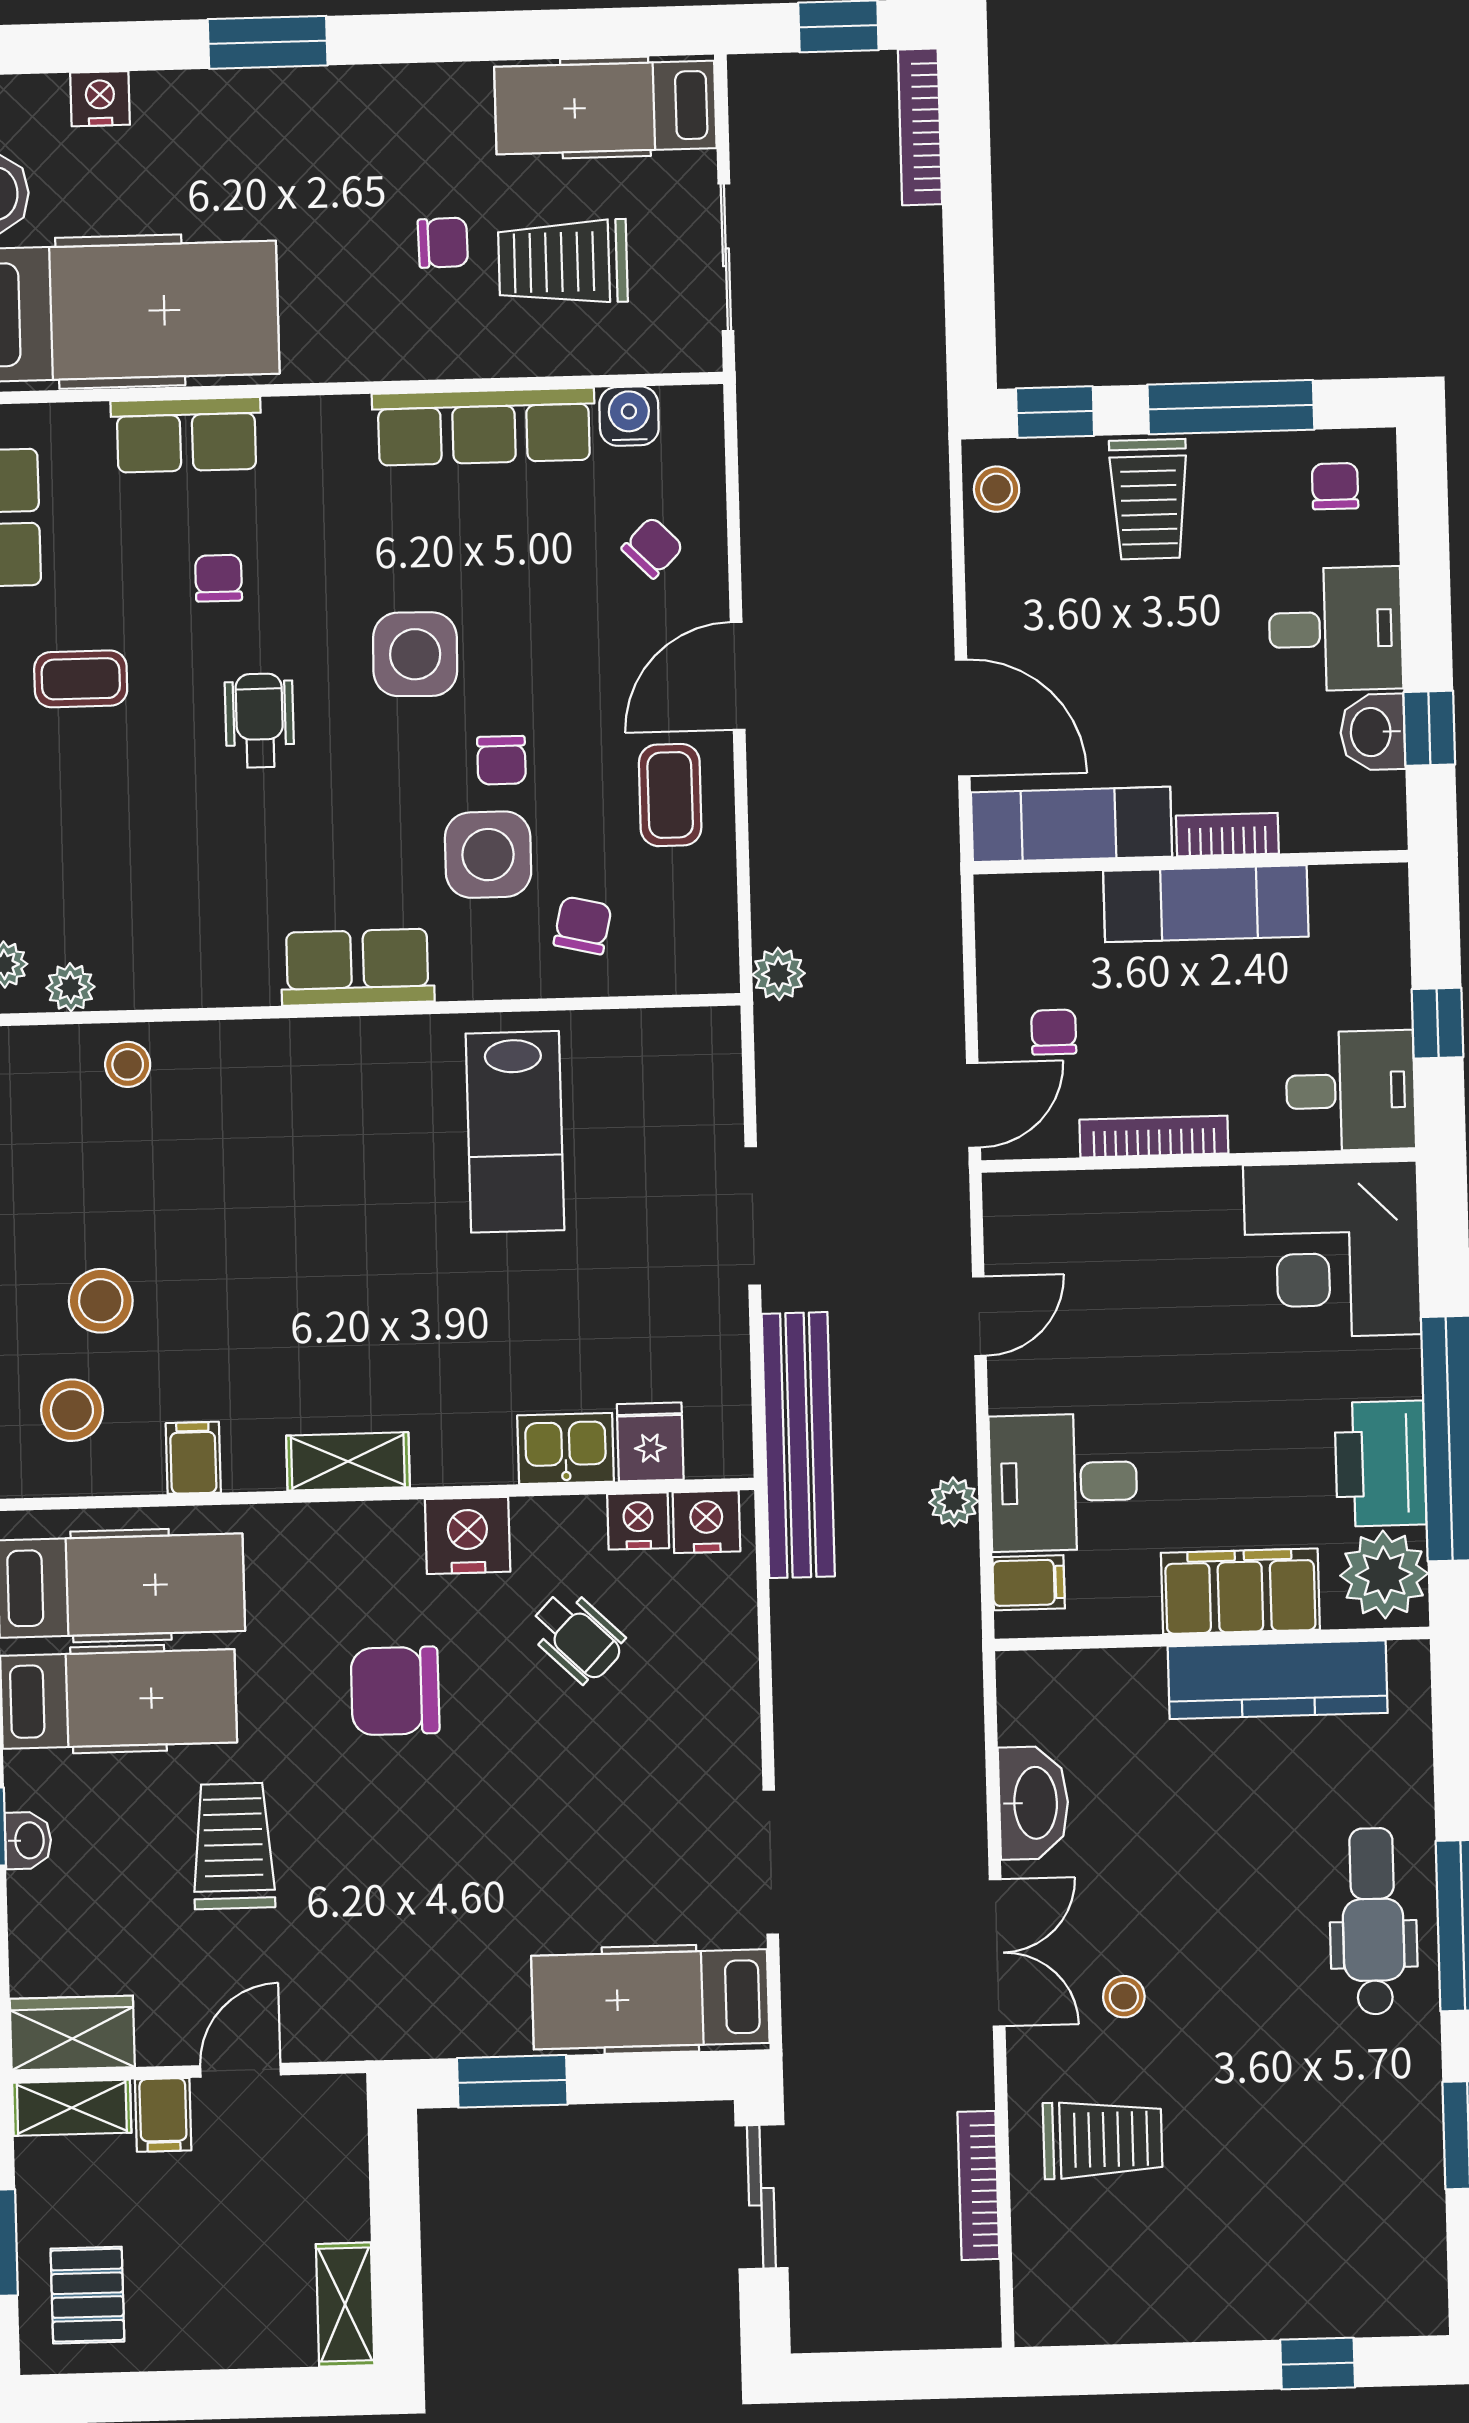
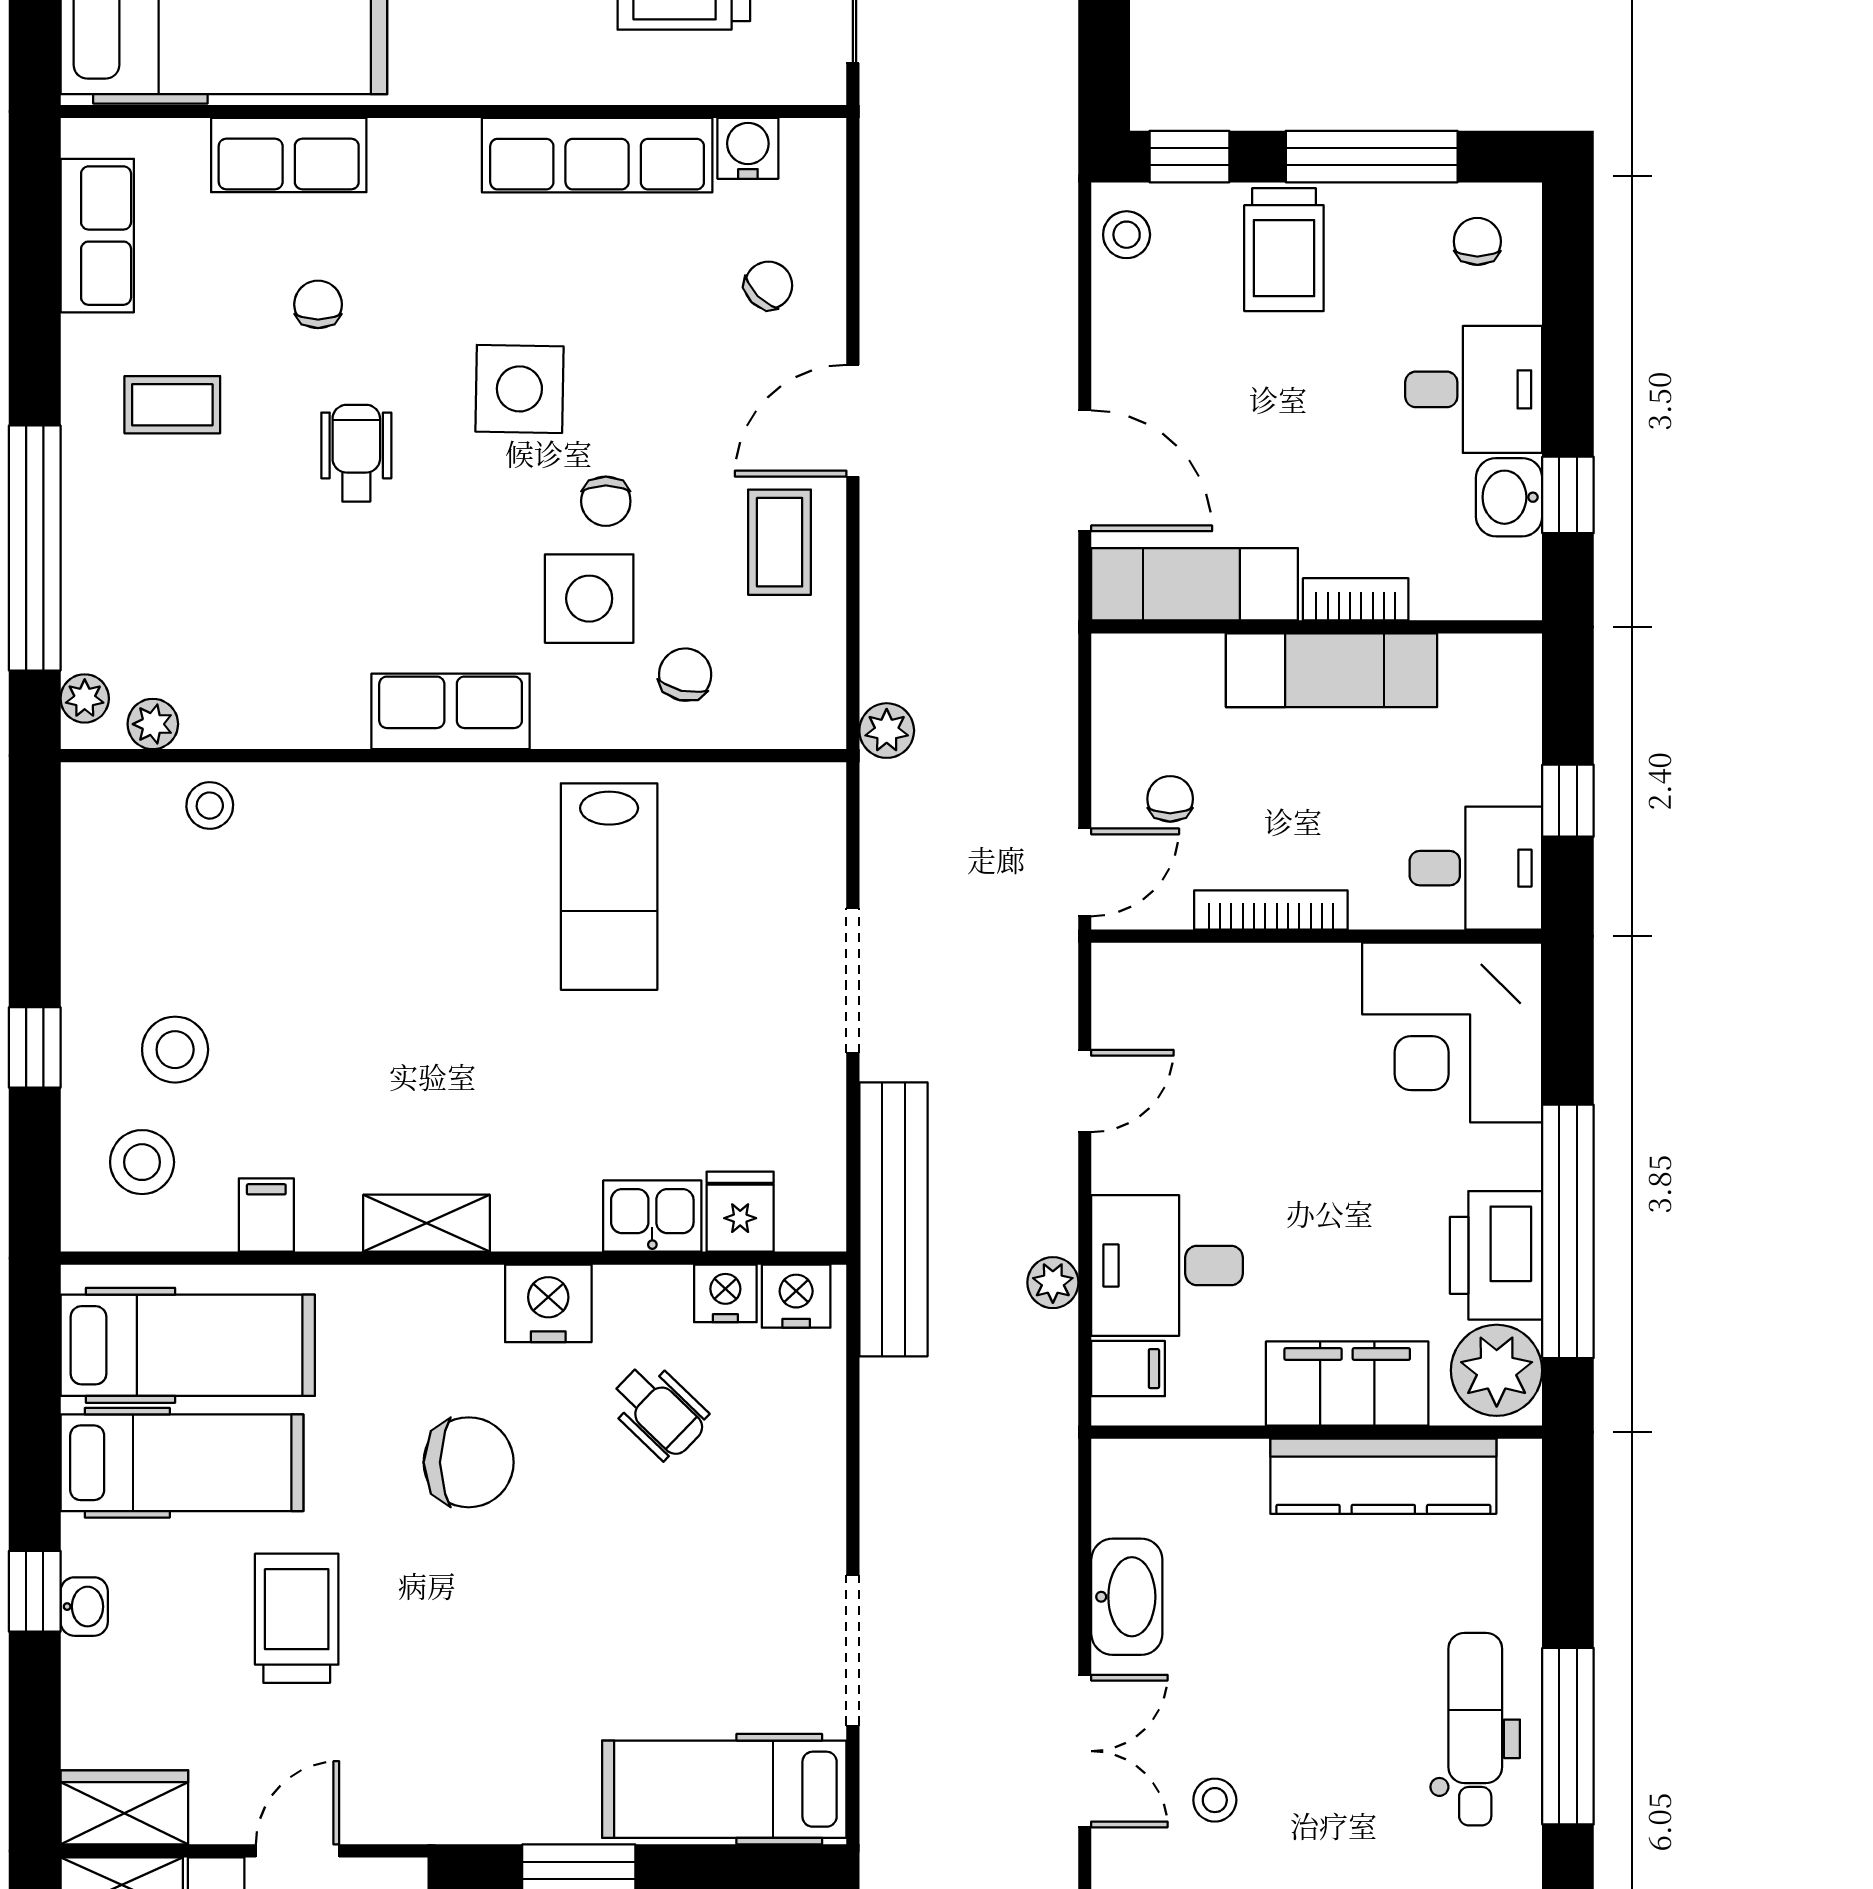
chair: (395, 1691) -> (469, 1462), turned 180

